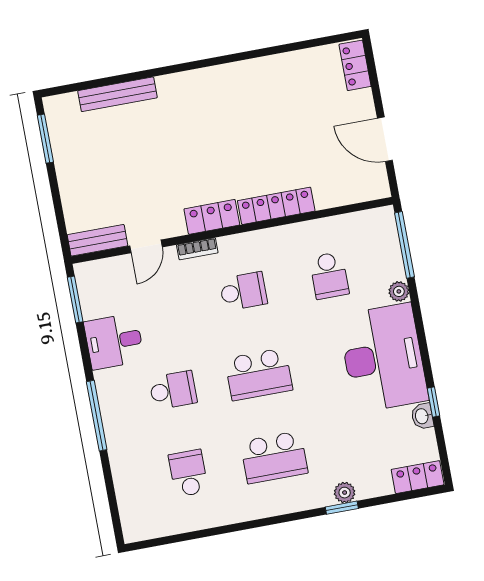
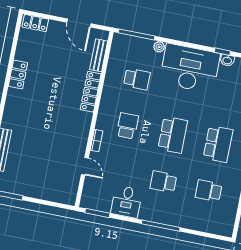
door: (385, 139) -> (79, 23), hinge flipped
locker: (212, 217) -> (18, 75), moved, turned 180
bench: (97, 240) -> (99, 55), moved
school desk: (173, 390) -> (163, 182), turned -90

